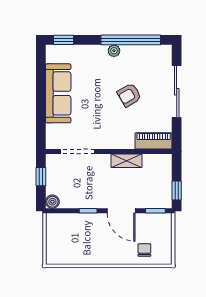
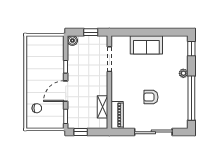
plant: (114, 51) -> (183, 73), moved
sofa: (58, 93) -> (146, 45), width x0.73
armchair: (129, 95) -> (151, 97), turned -60
shelving: (127, 161) -> (103, 107), moved

